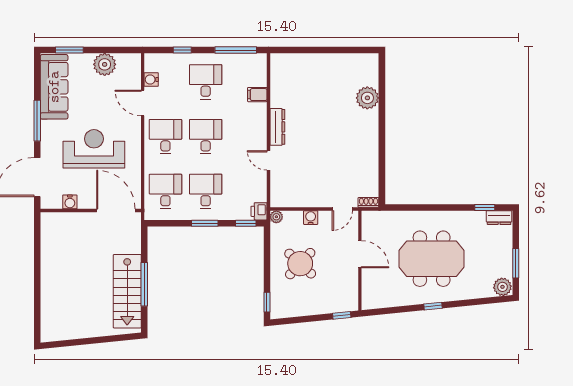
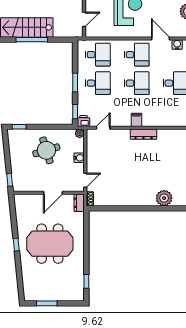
filing cabinet: (257, 95) -> (136, 120), moved
door: (143, 103) -> (160, 38), hinge flipped
door: (269, 160) -> (103, 128), moved
door: (342, 209) -> (85, 180), swing flipped
door: (116, 211) -> (84, 19), width x0.53
dresser: (499, 218) -> (79, 203), moved
meeting table: (432, 259) -> (50, 244), turned 90
round table: (300, 264) -> (46, 150), turned 30
plant: (502, 287) -> (30, 294), removed

